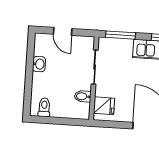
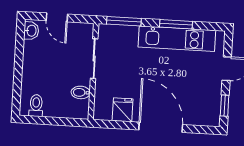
washbasin: (39, 64) -> (31, 31), moved
fridge: (104, 106) -> (123, 110), moved, turned -90

